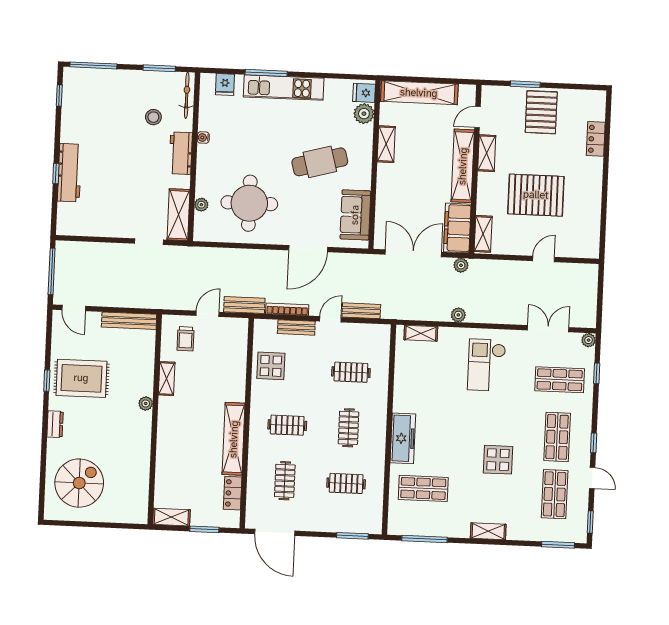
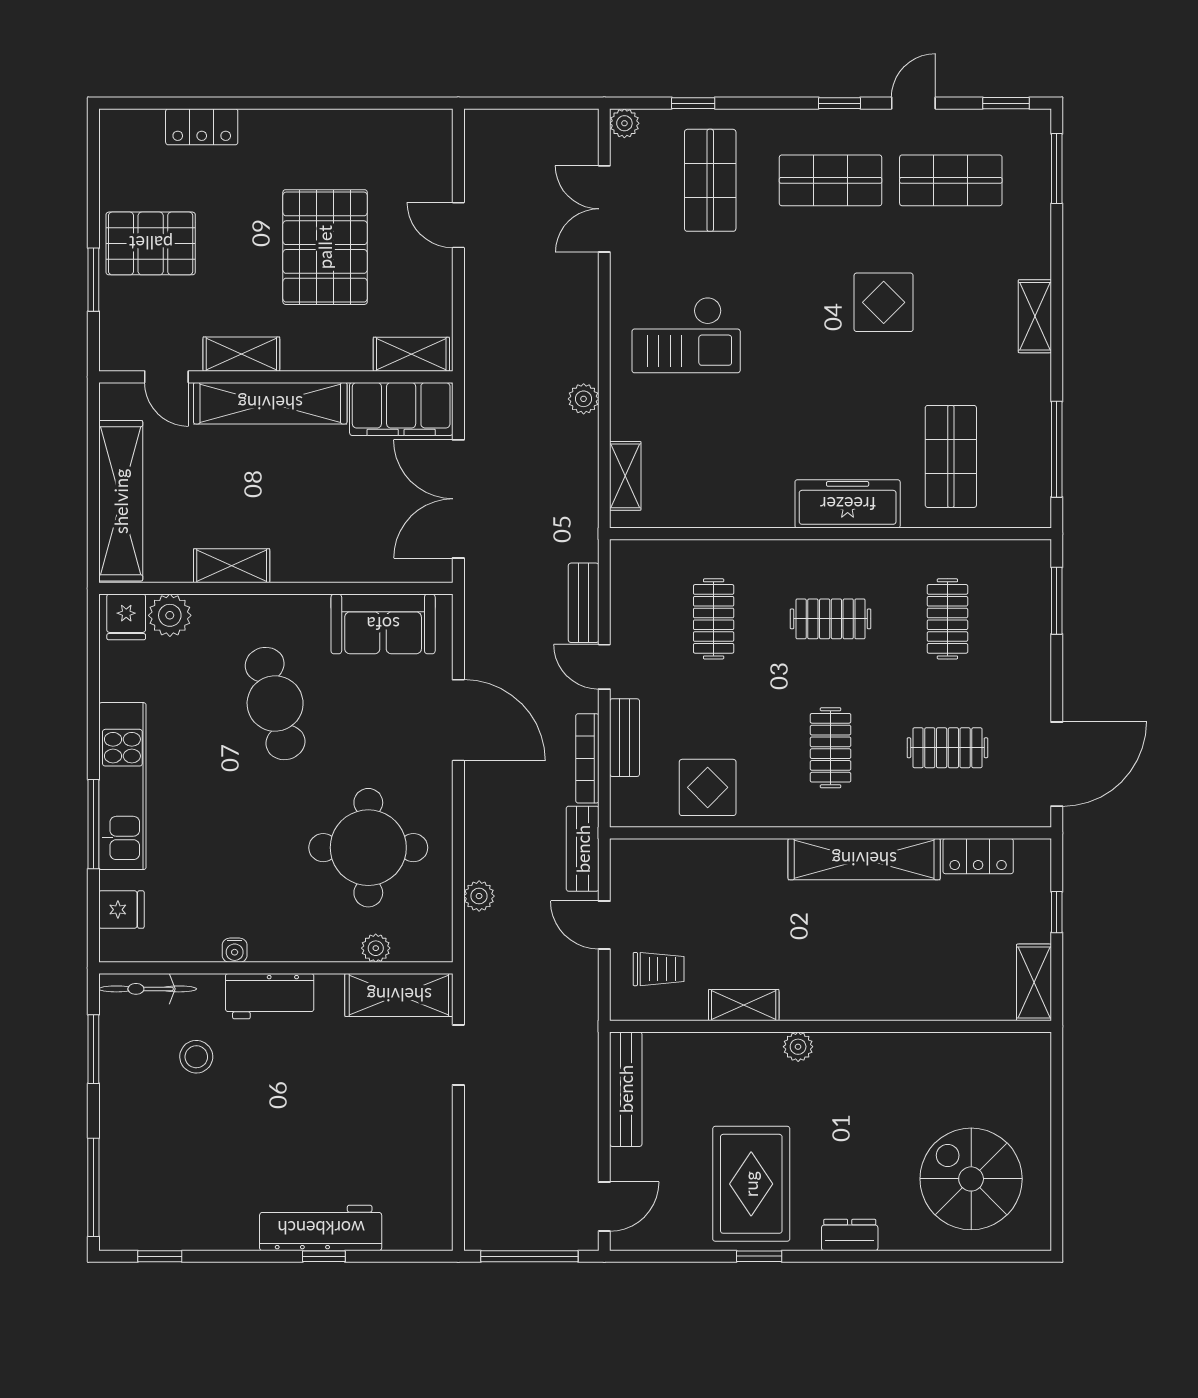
plant: (461, 265) -> (479, 896), moved
window: (204, 529) -> (1057, 912), width x0.67

